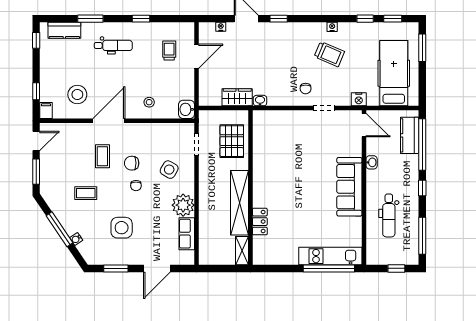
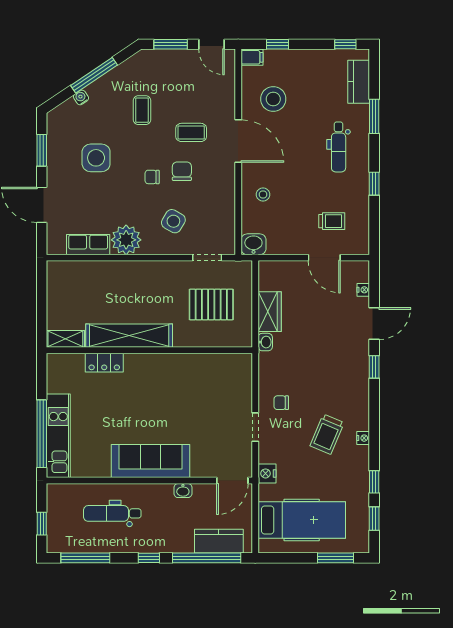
wall: (251, 188) -> (149, 350), moved
shelving: (240, 203) -> (129, 336), moved
locker: (260, 222) -> (104, 363), moved
shelving: (242, 251) -> (65, 339), moved

